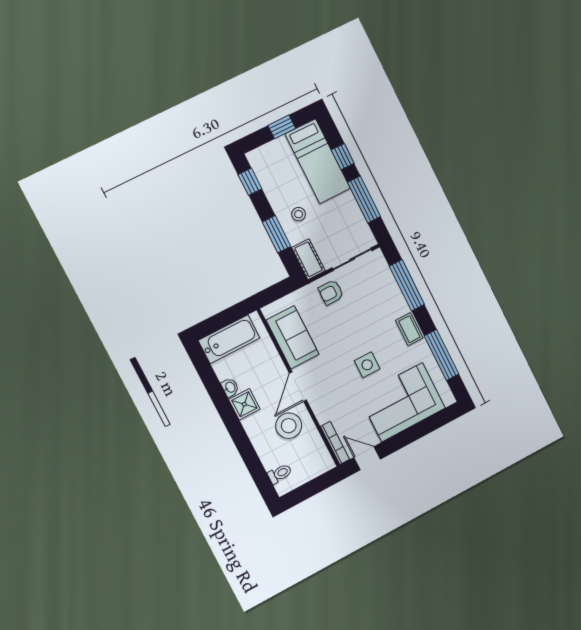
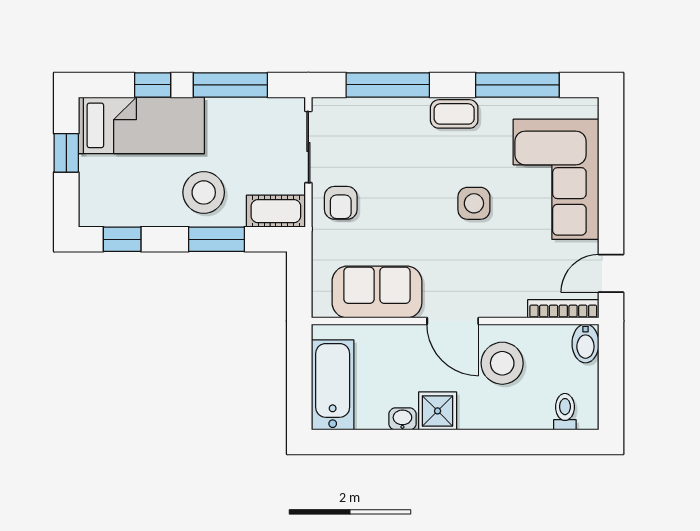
stool: (299, 214) -> (204, 192), width x1.89, depth x1.89
bidet: (322, 465) -> (585, 343), added

